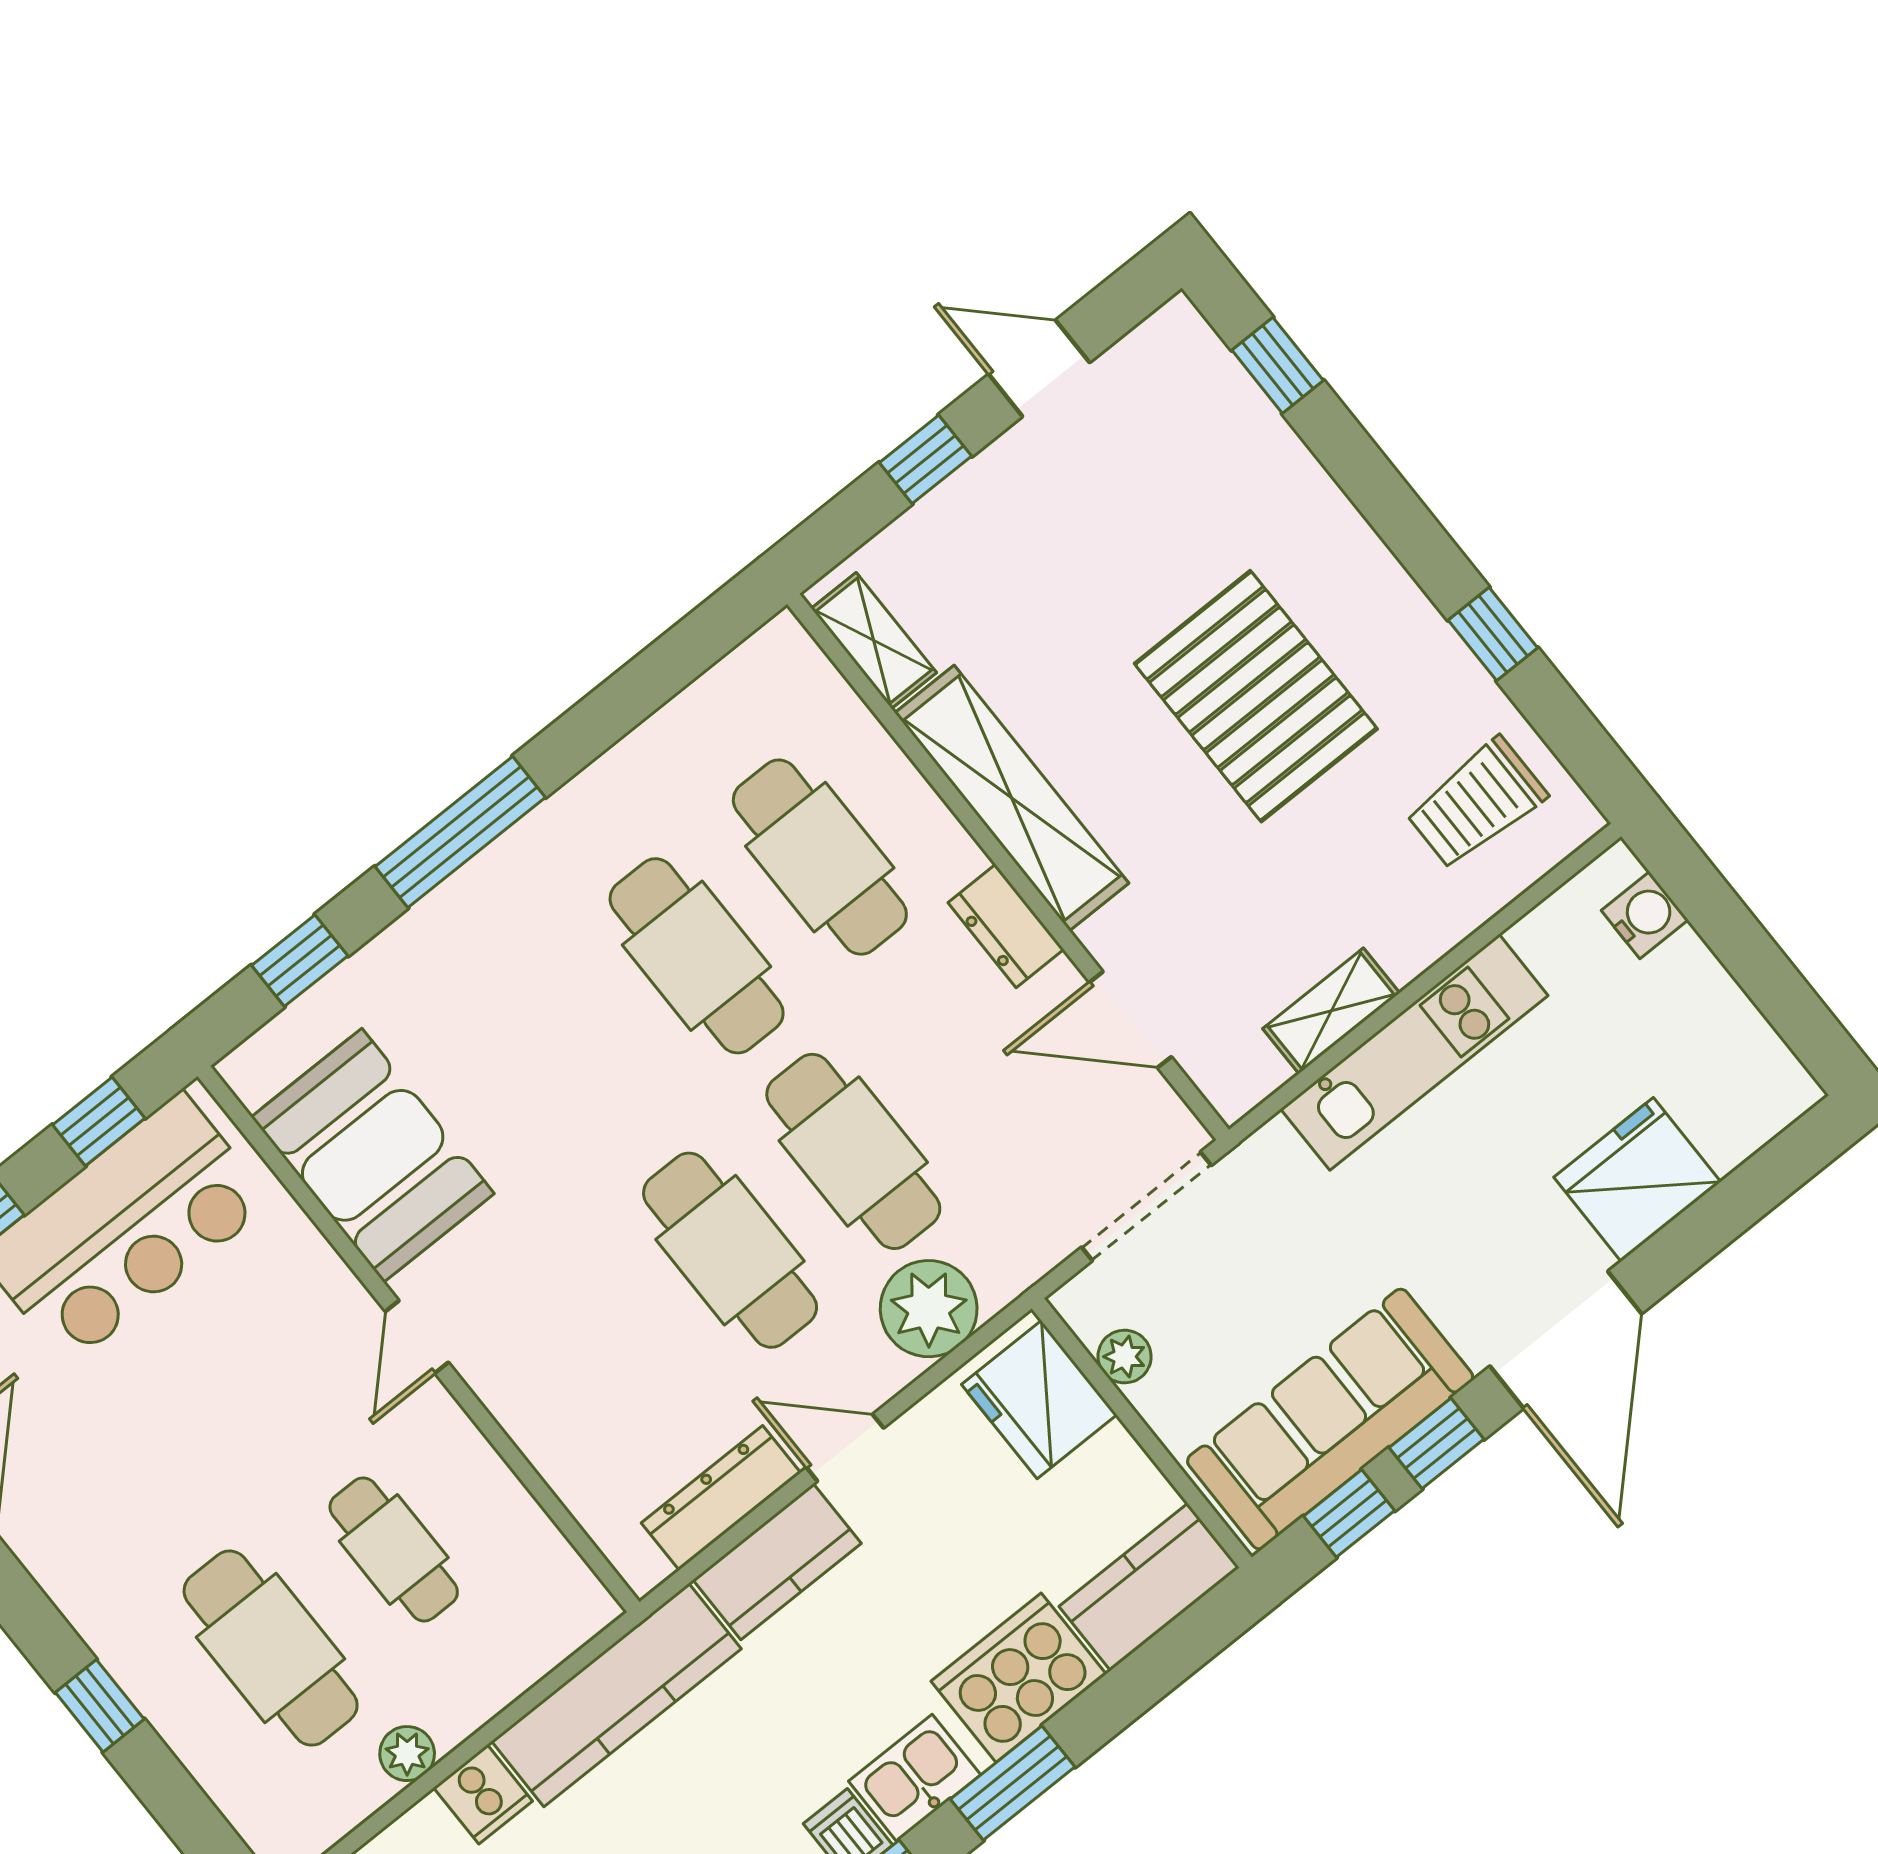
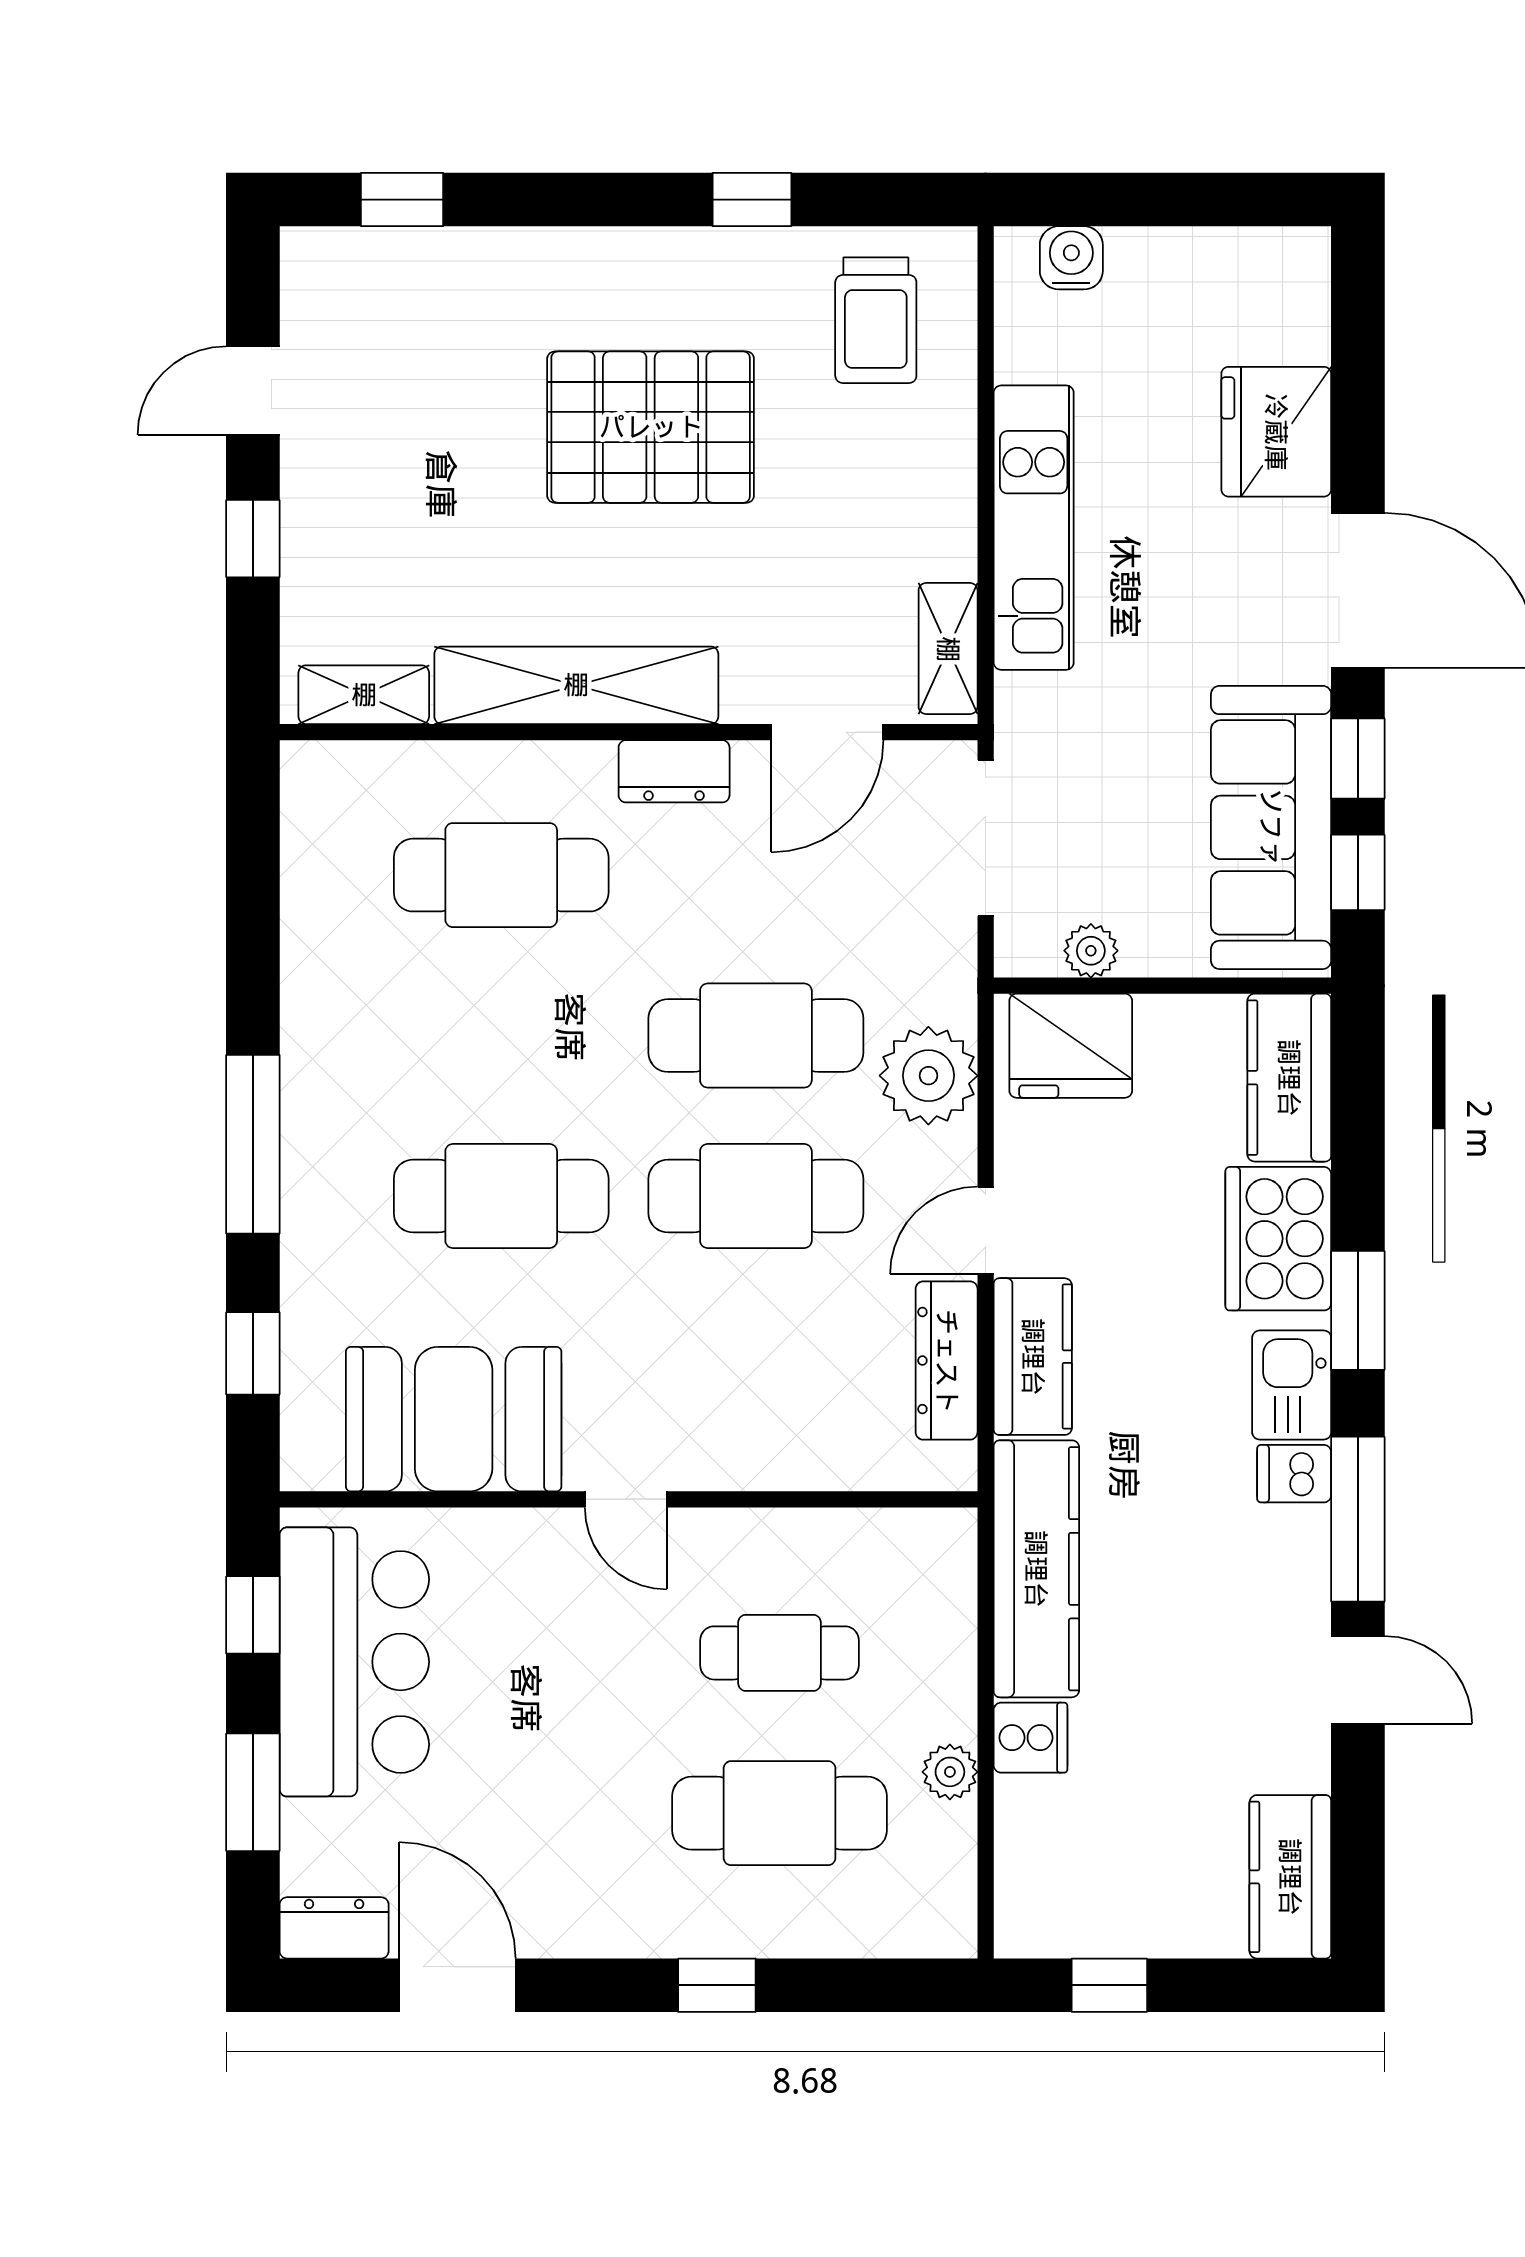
cafe table: (697, 956) -> (501, 1196), moved
shelving: (1331, 1011) -> (948, 649), moved

